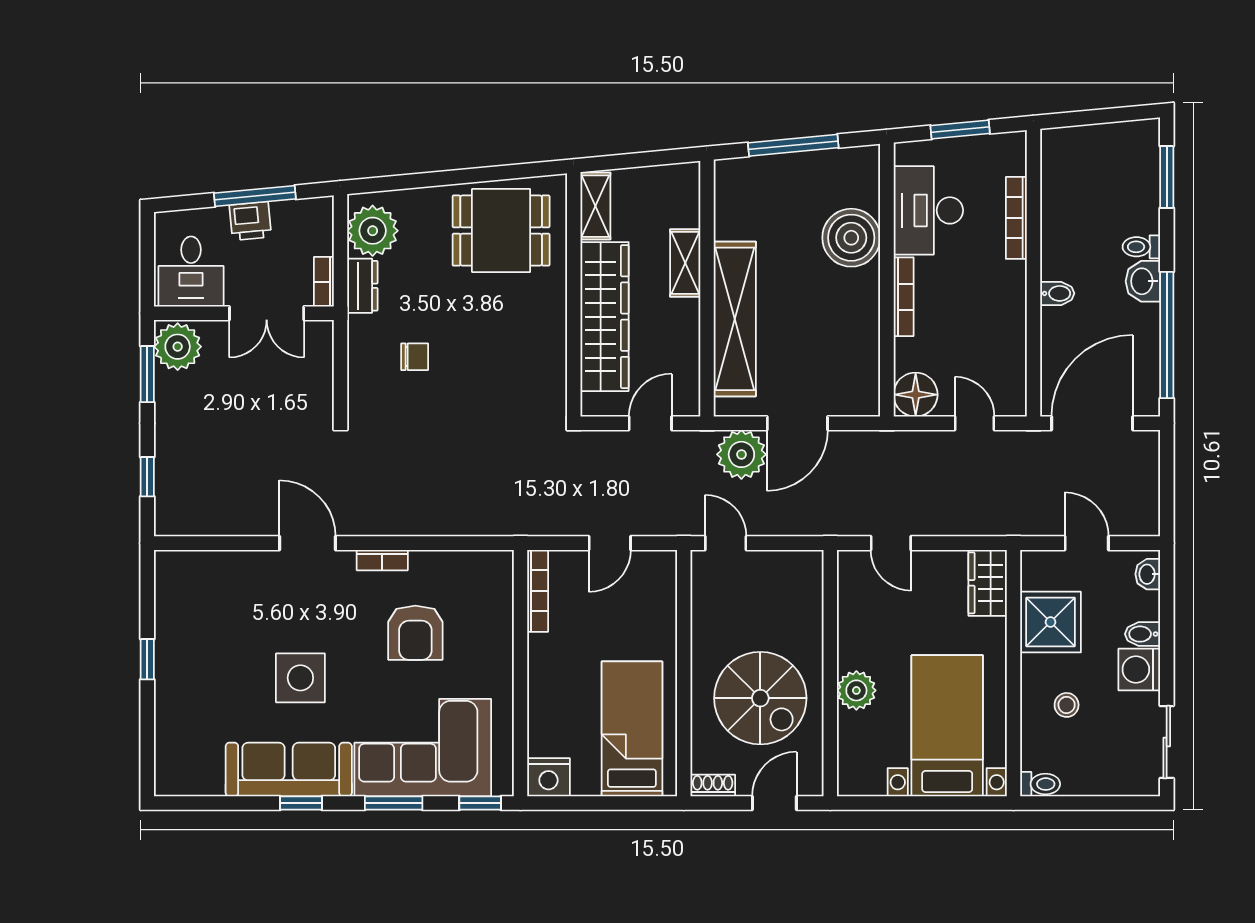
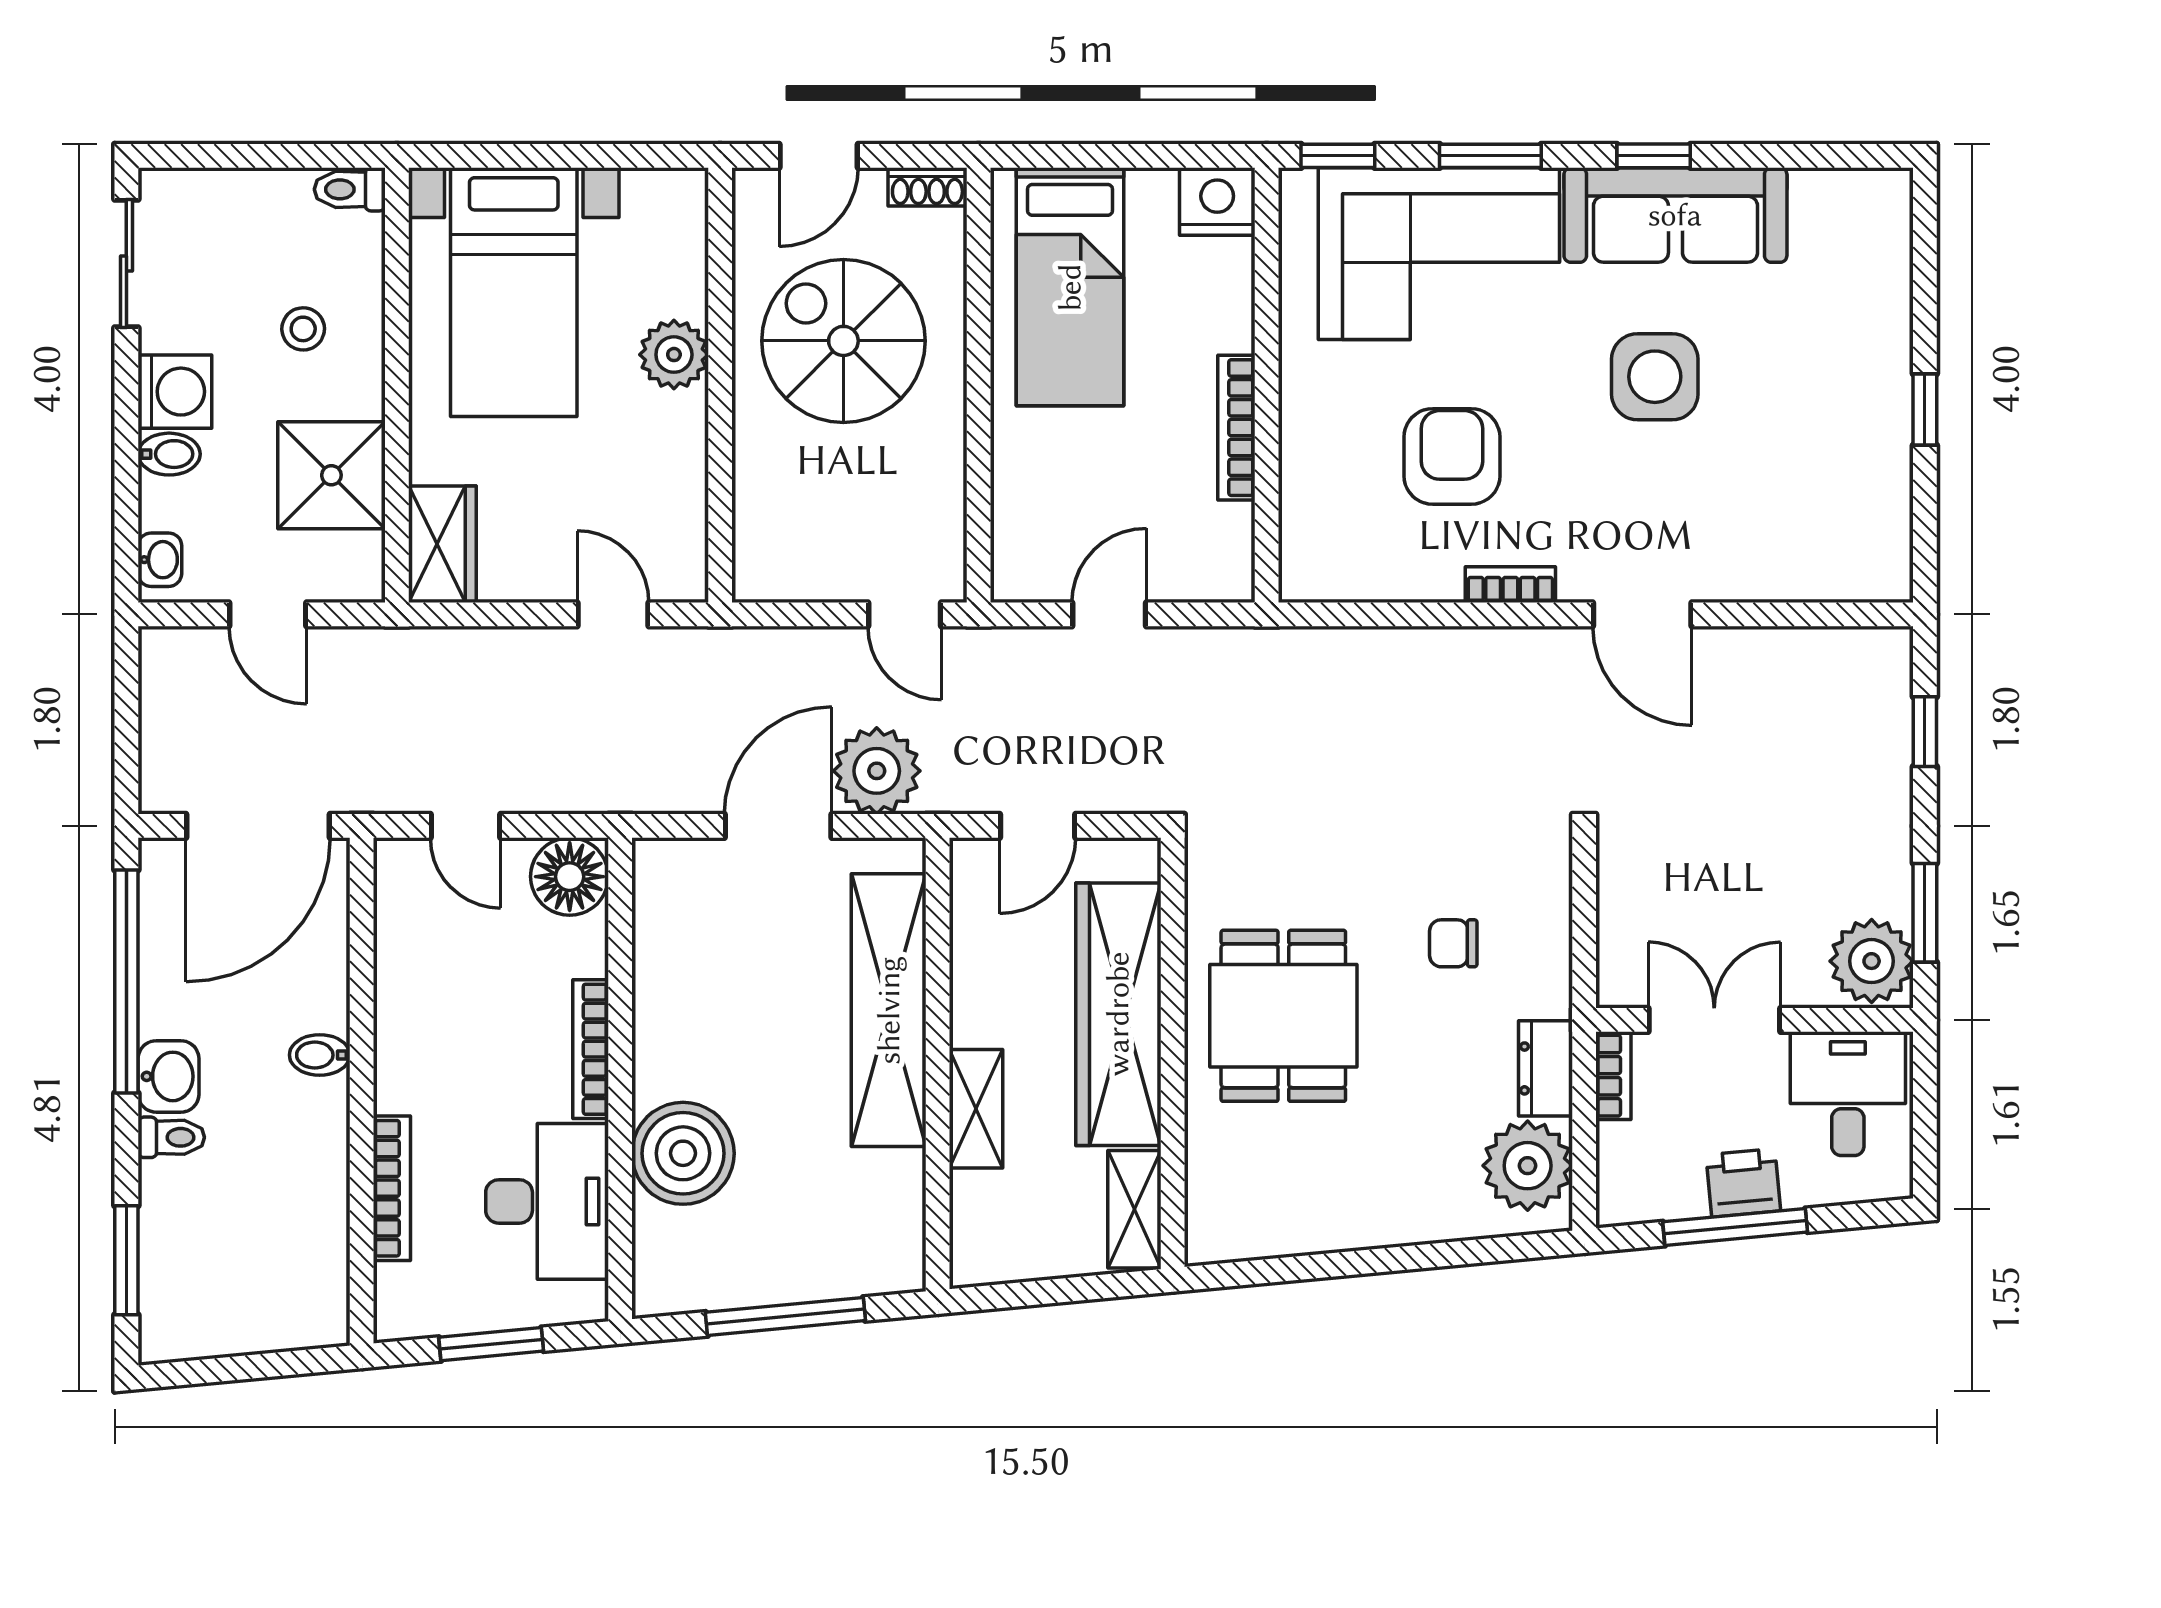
dining table: (501, 231) -> (1283, 1016), moved, turned 90
bookcase: (538, 591) -> (1236, 428), moved

